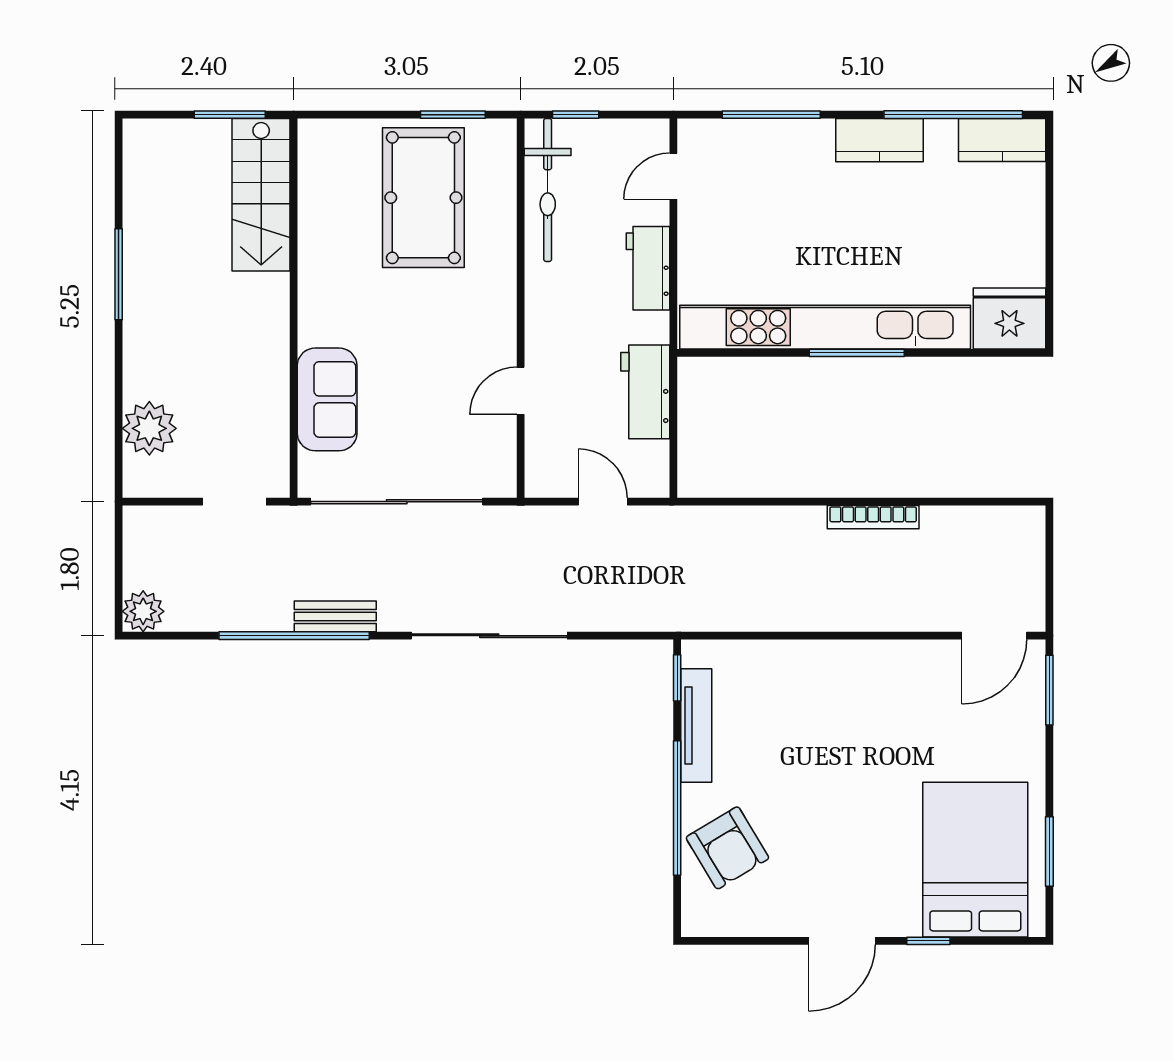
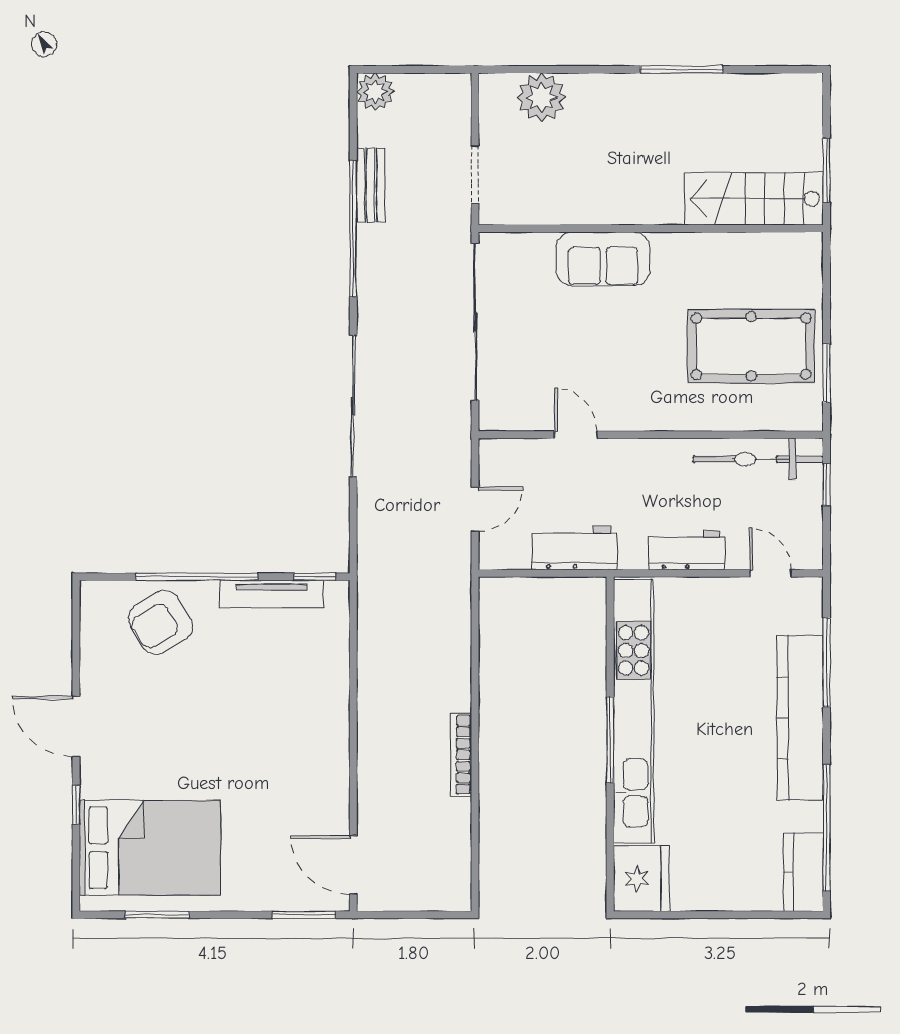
kitchen counter: (879, 140) -> (800, 718), width x2.08, depth x1.17
sofa: (327, 399) -> (603, 259), moved
bench: (335, 616) -> (371, 185), moved

